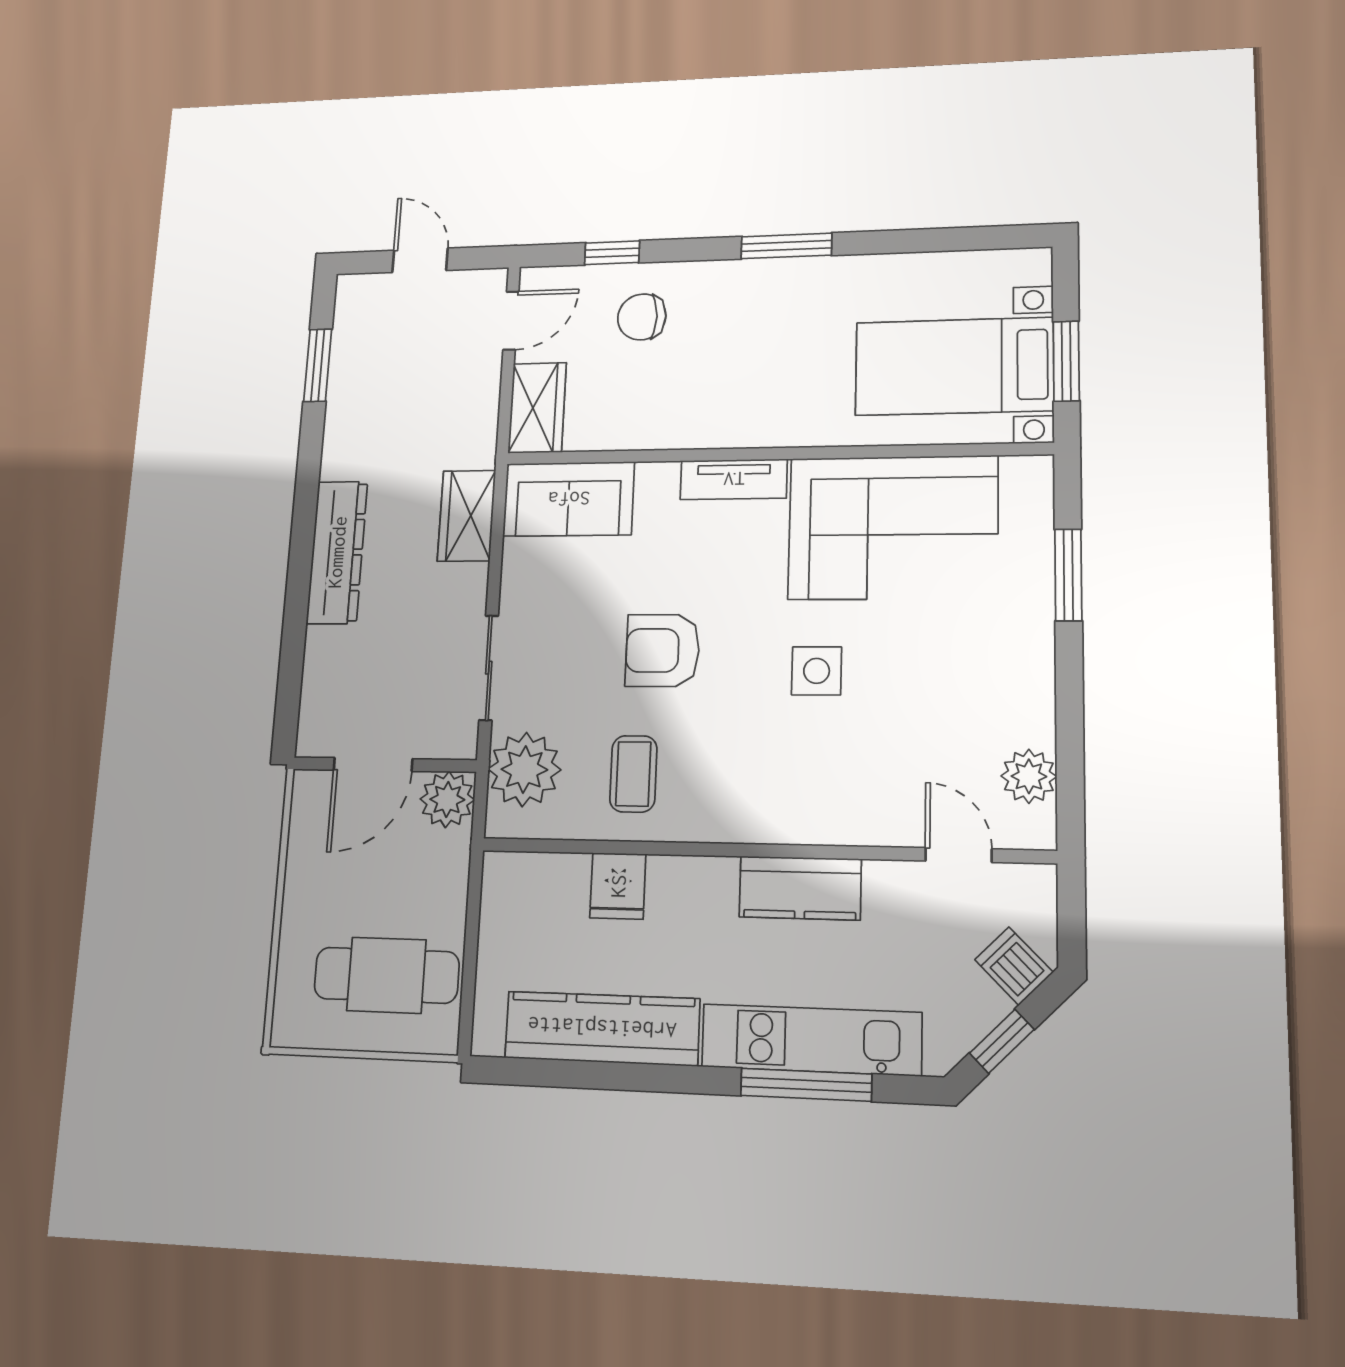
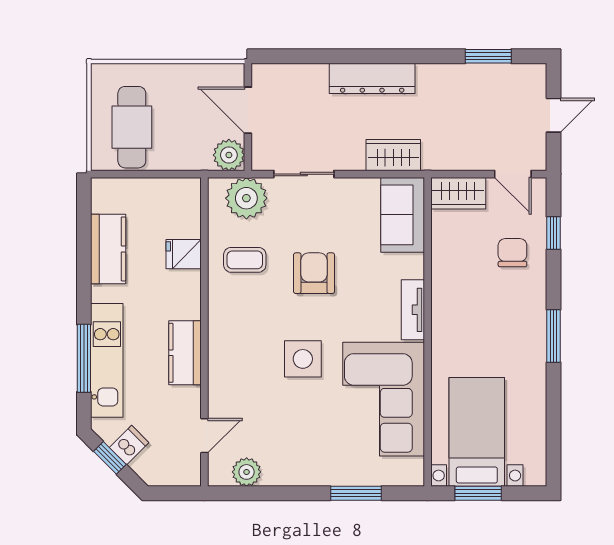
side table: (817, 671) -> (303, 359), width x1.37, depth x1.37
dishwasher: (1014, 966) -> (129, 445), moved
kitchen counter: (602, 1028) -> (108, 249), width x0.67

